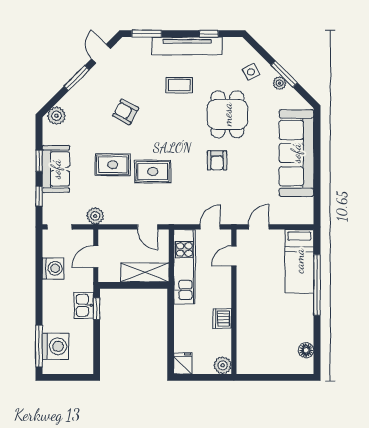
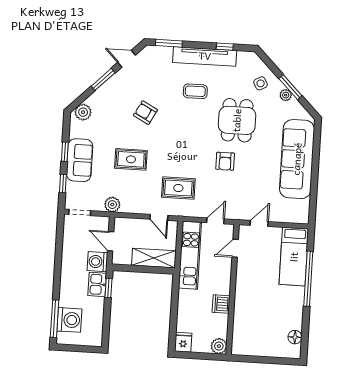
door: (101, 54) -> (127, 59), hinge flipped
rug: (153, 171) -> (178, 188), moved
door: (96, 257) -> (111, 241), hinge flipped
washing machine: (53, 268) -> (97, 262), moved, turned 180

